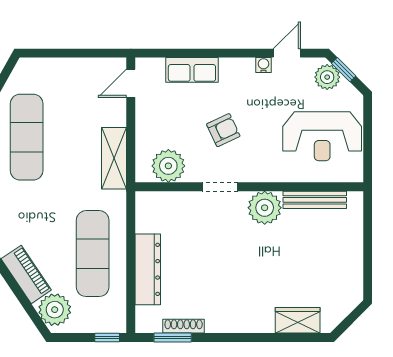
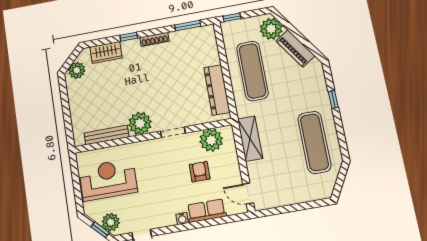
water cooler: (263, 65) -> (182, 219), moved
door: (131, 83) -> (248, 194), swing flipped
armchair: (223, 130) -> (200, 172), moved, turned 115
dresser: (148, 269) -> (217, 90), moved
plant: (344, 302) -> (77, 70), added
shoe rack: (184, 326) -> (154, 39), moved
window: (261, 337) -> (129, 37), added

